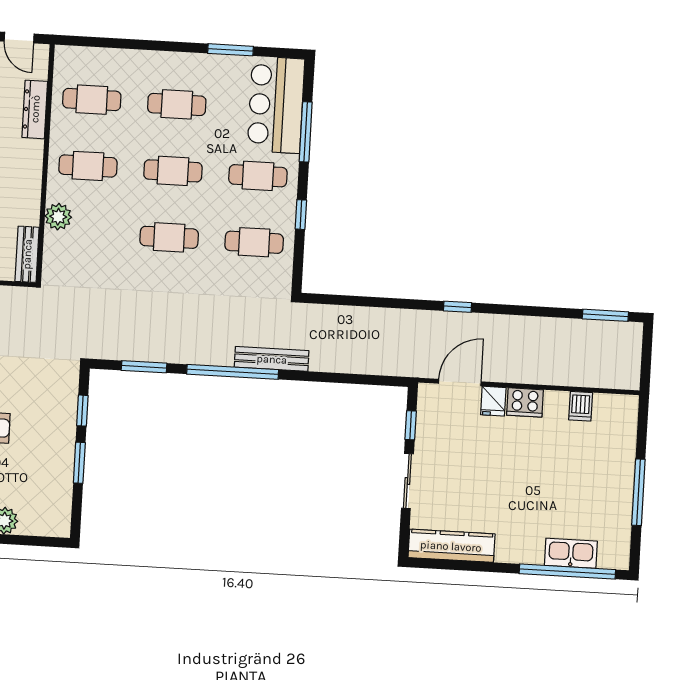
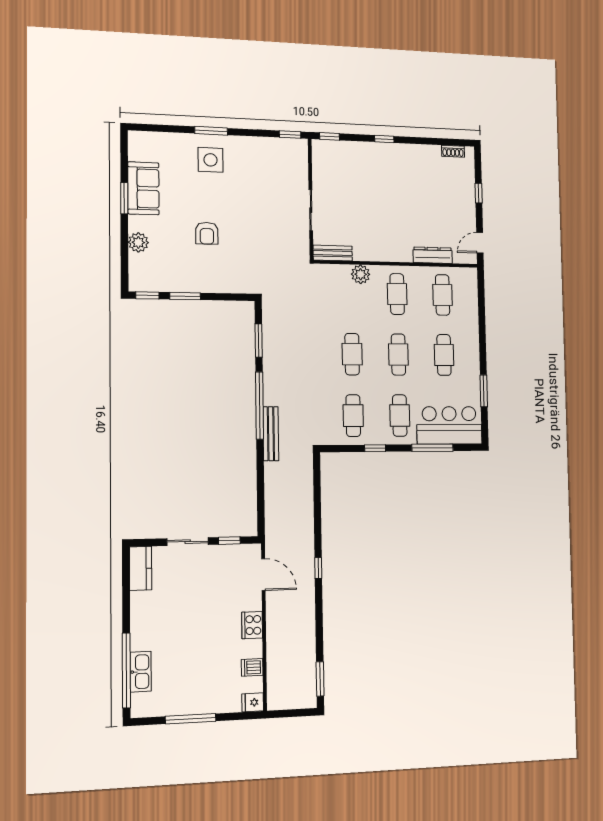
fridge: (493, 401) -> (253, 702), moved
window: (82, 411) -> (147, 295), moved
kitchen counter: (451, 546) -> (141, 568), width x0.67

